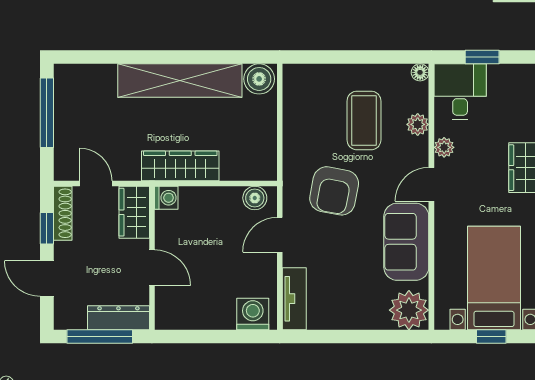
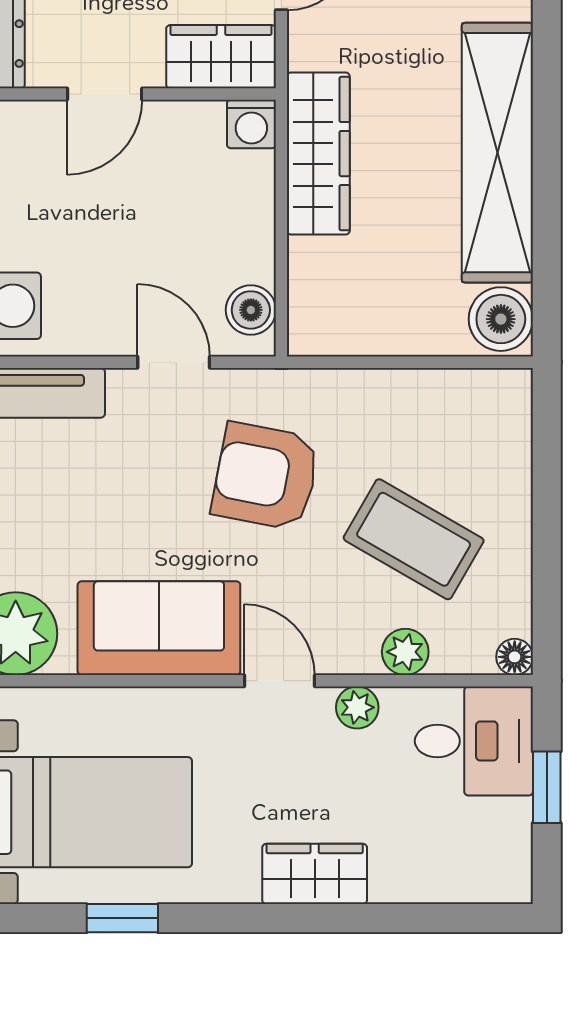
coffee table: (364, 120) -> (414, 539), turned 30

